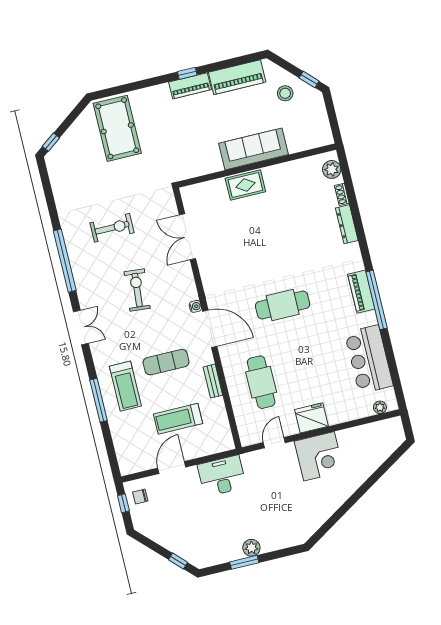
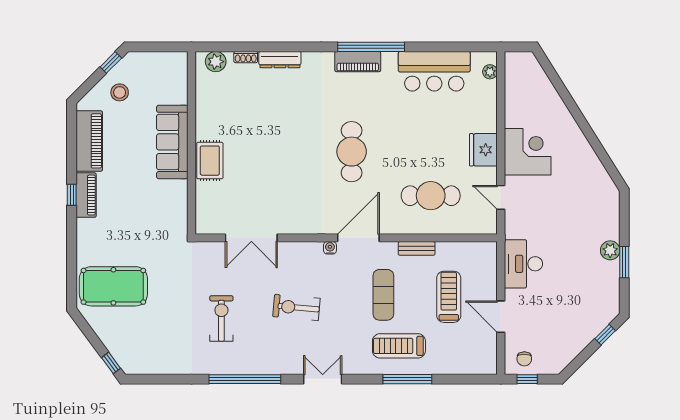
treadmill: (125, 386) -> (399, 346), turned 180
treadmill: (178, 419) -> (449, 297), turned 180

